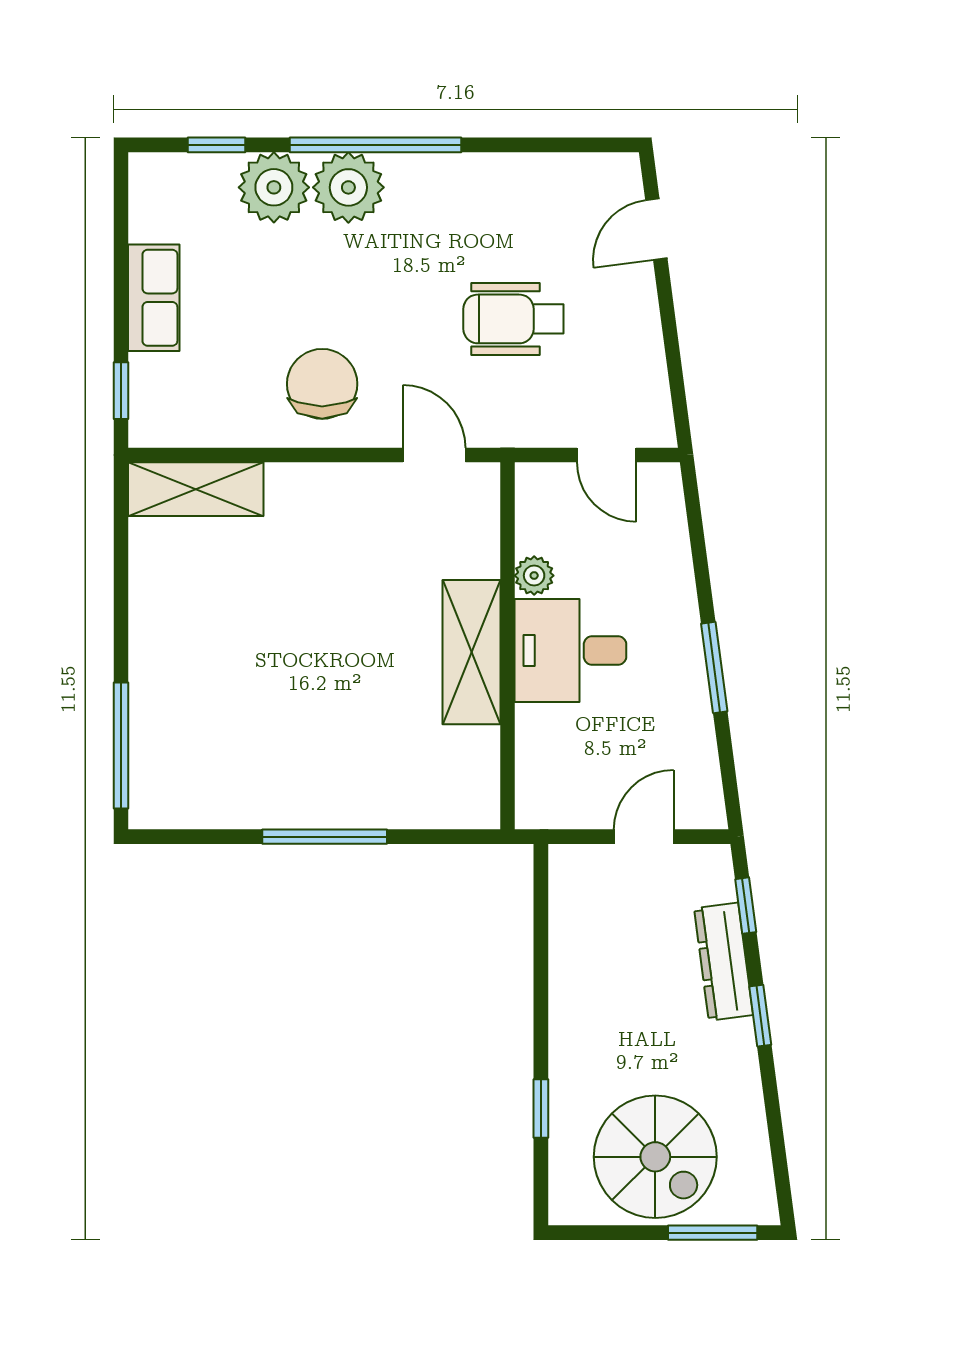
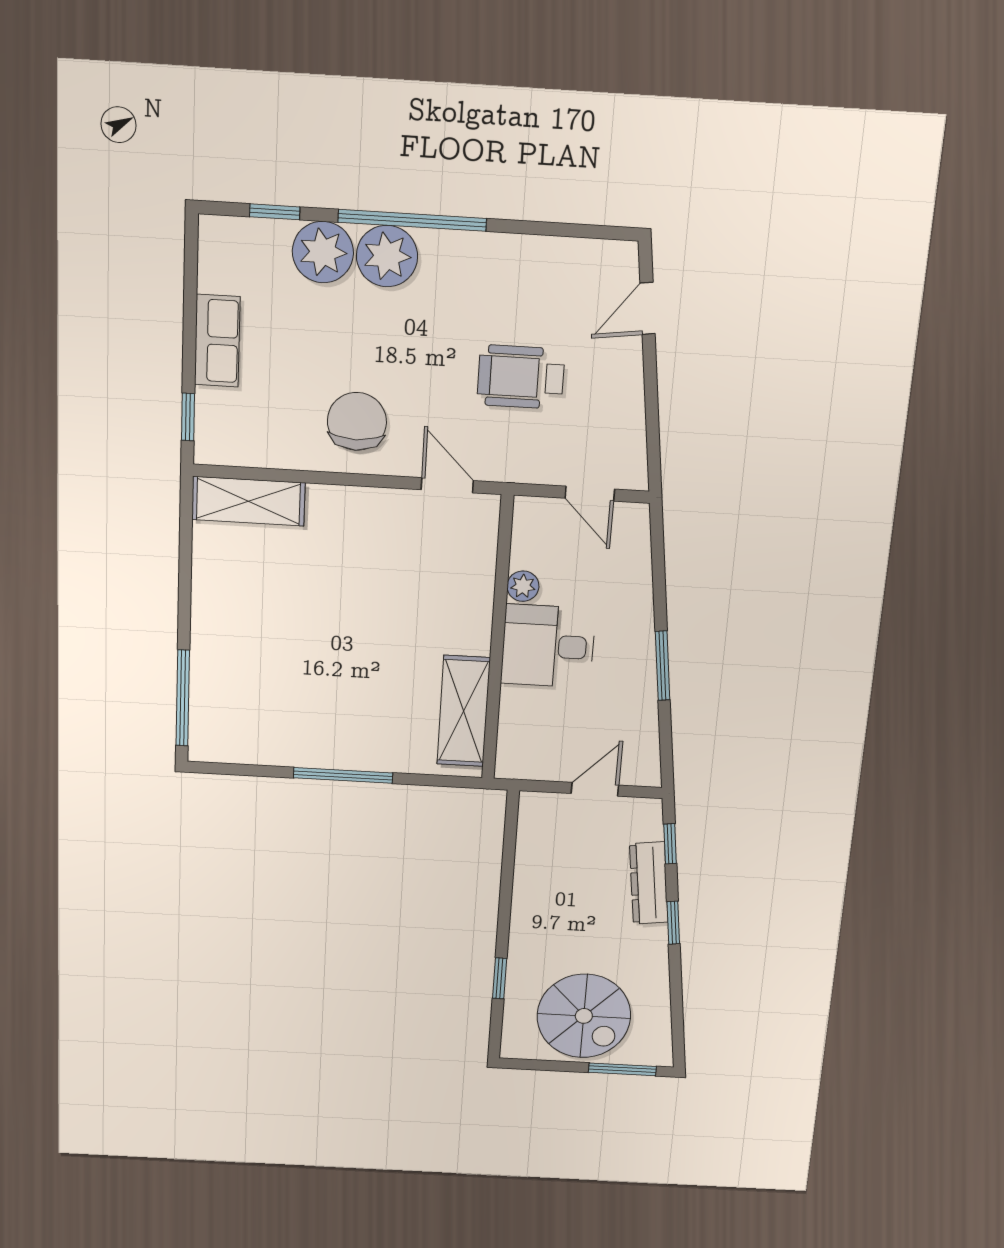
shelving: (471, 652) -> (464, 711), moved

